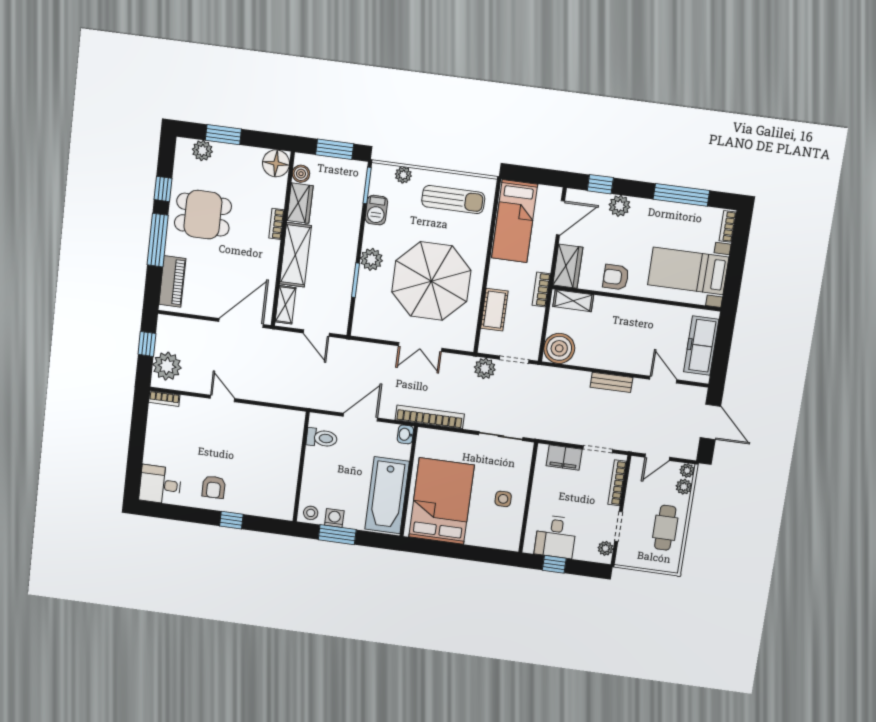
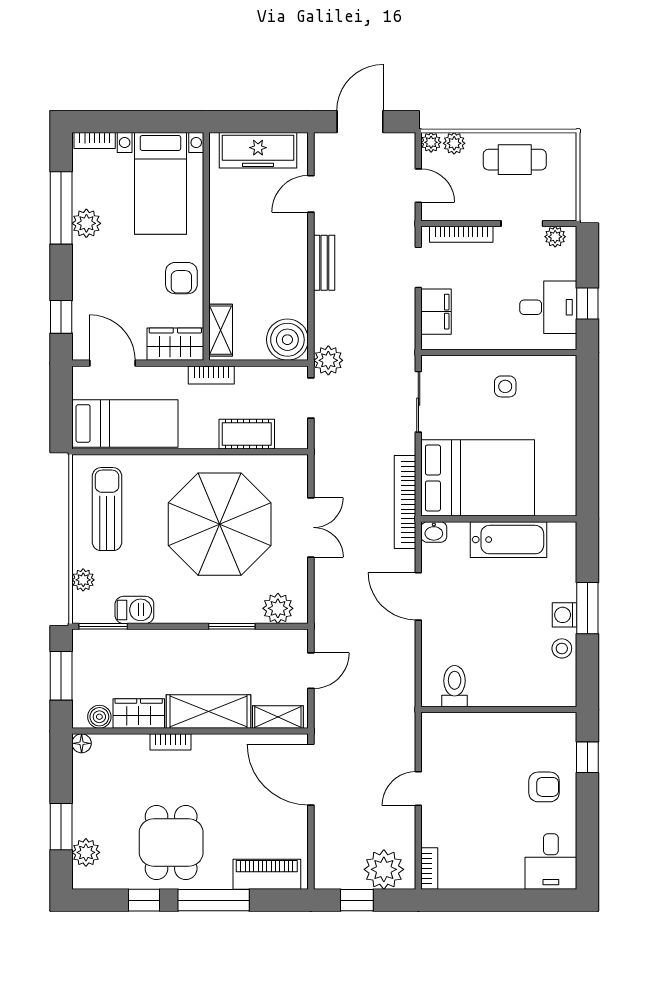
floor lamp: (276, 163) -> (82, 743), width x0.53, depth x0.53
plant: (619, 206) -> (86, 223), moved
plant: (371, 259) -> (278, 608), moved
plant: (485, 368) -> (328, 360), moved
toilet: (322, 438) -> (455, 686), moved
wall: (301, 467) -> (499, 710), moved
bathtub: (387, 495) -> (508, 540), width x0.73, depth x0.73
bed: (442, 501) -> (478, 478), moved, turned 180

